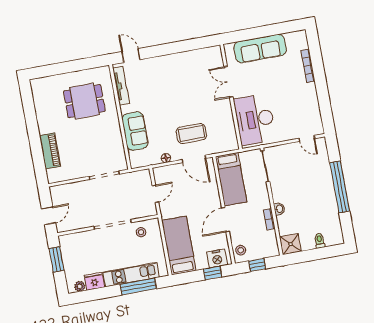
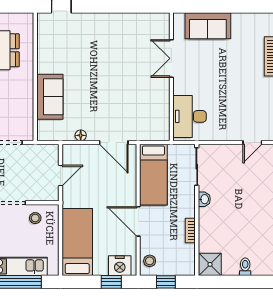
sofa: (260, 49) -> (208, 26), width x0.73
tv unit: (121, 86) -> (43, 40), removed
desk: (255, 119) -> (190, 116), width x0.73, depth x0.77
coffee table: (191, 134) -> (116, 112), removed
door: (307, 138) -> (252, 143), hinge flipped
washbasin: (279, 209) -> (204, 199), moved
door: (226, 220) -> (138, 221), hinge flipped

